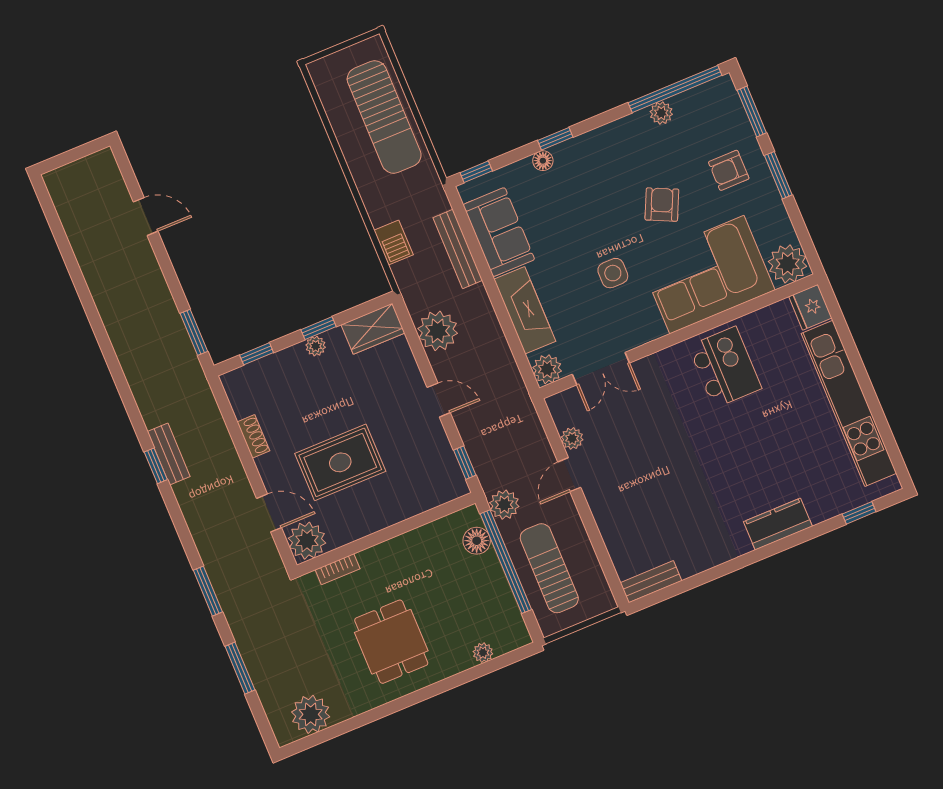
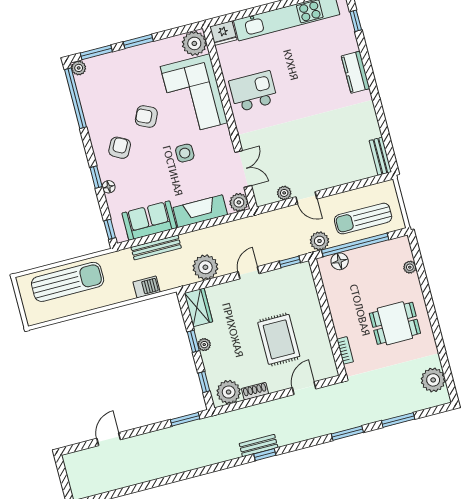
plant: (661, 113) -> (79, 68), moved
armchair: (729, 170) -> (120, 148), moved, turned -152
plant: (307, 541) -> (229, 392), moved

